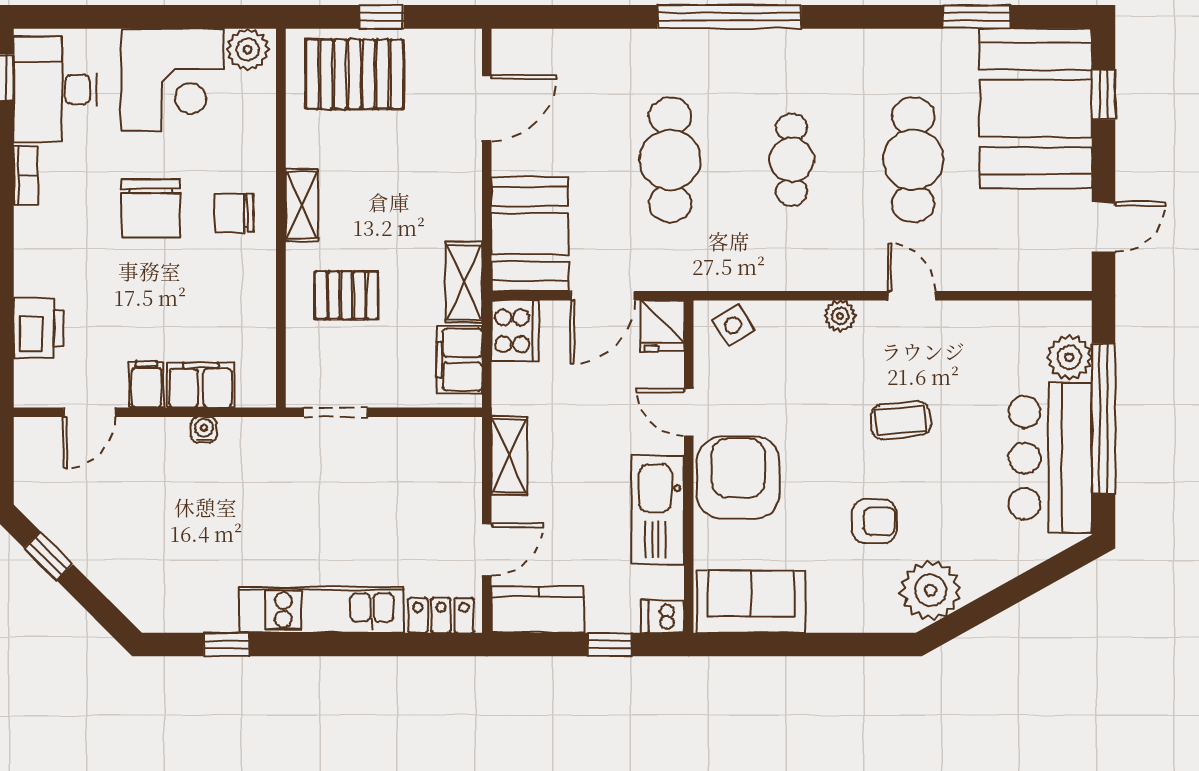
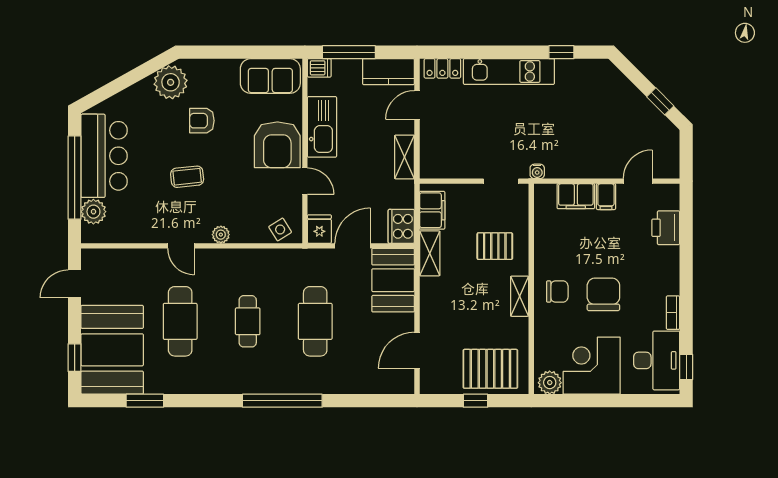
water cooler: (204, 430) -> (537, 171), moved
window: (609, 645) -> (349, 52), width x2.17

